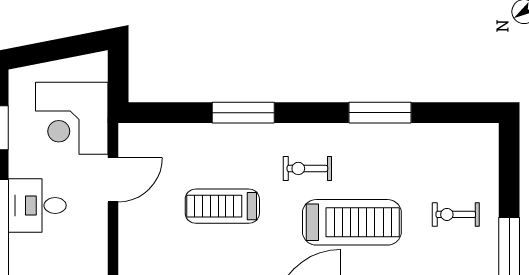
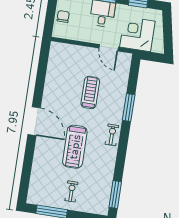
window: (380, 113) -> (115, 195), moved
exercise bike: (307, 168) -> (112, 135), moved

